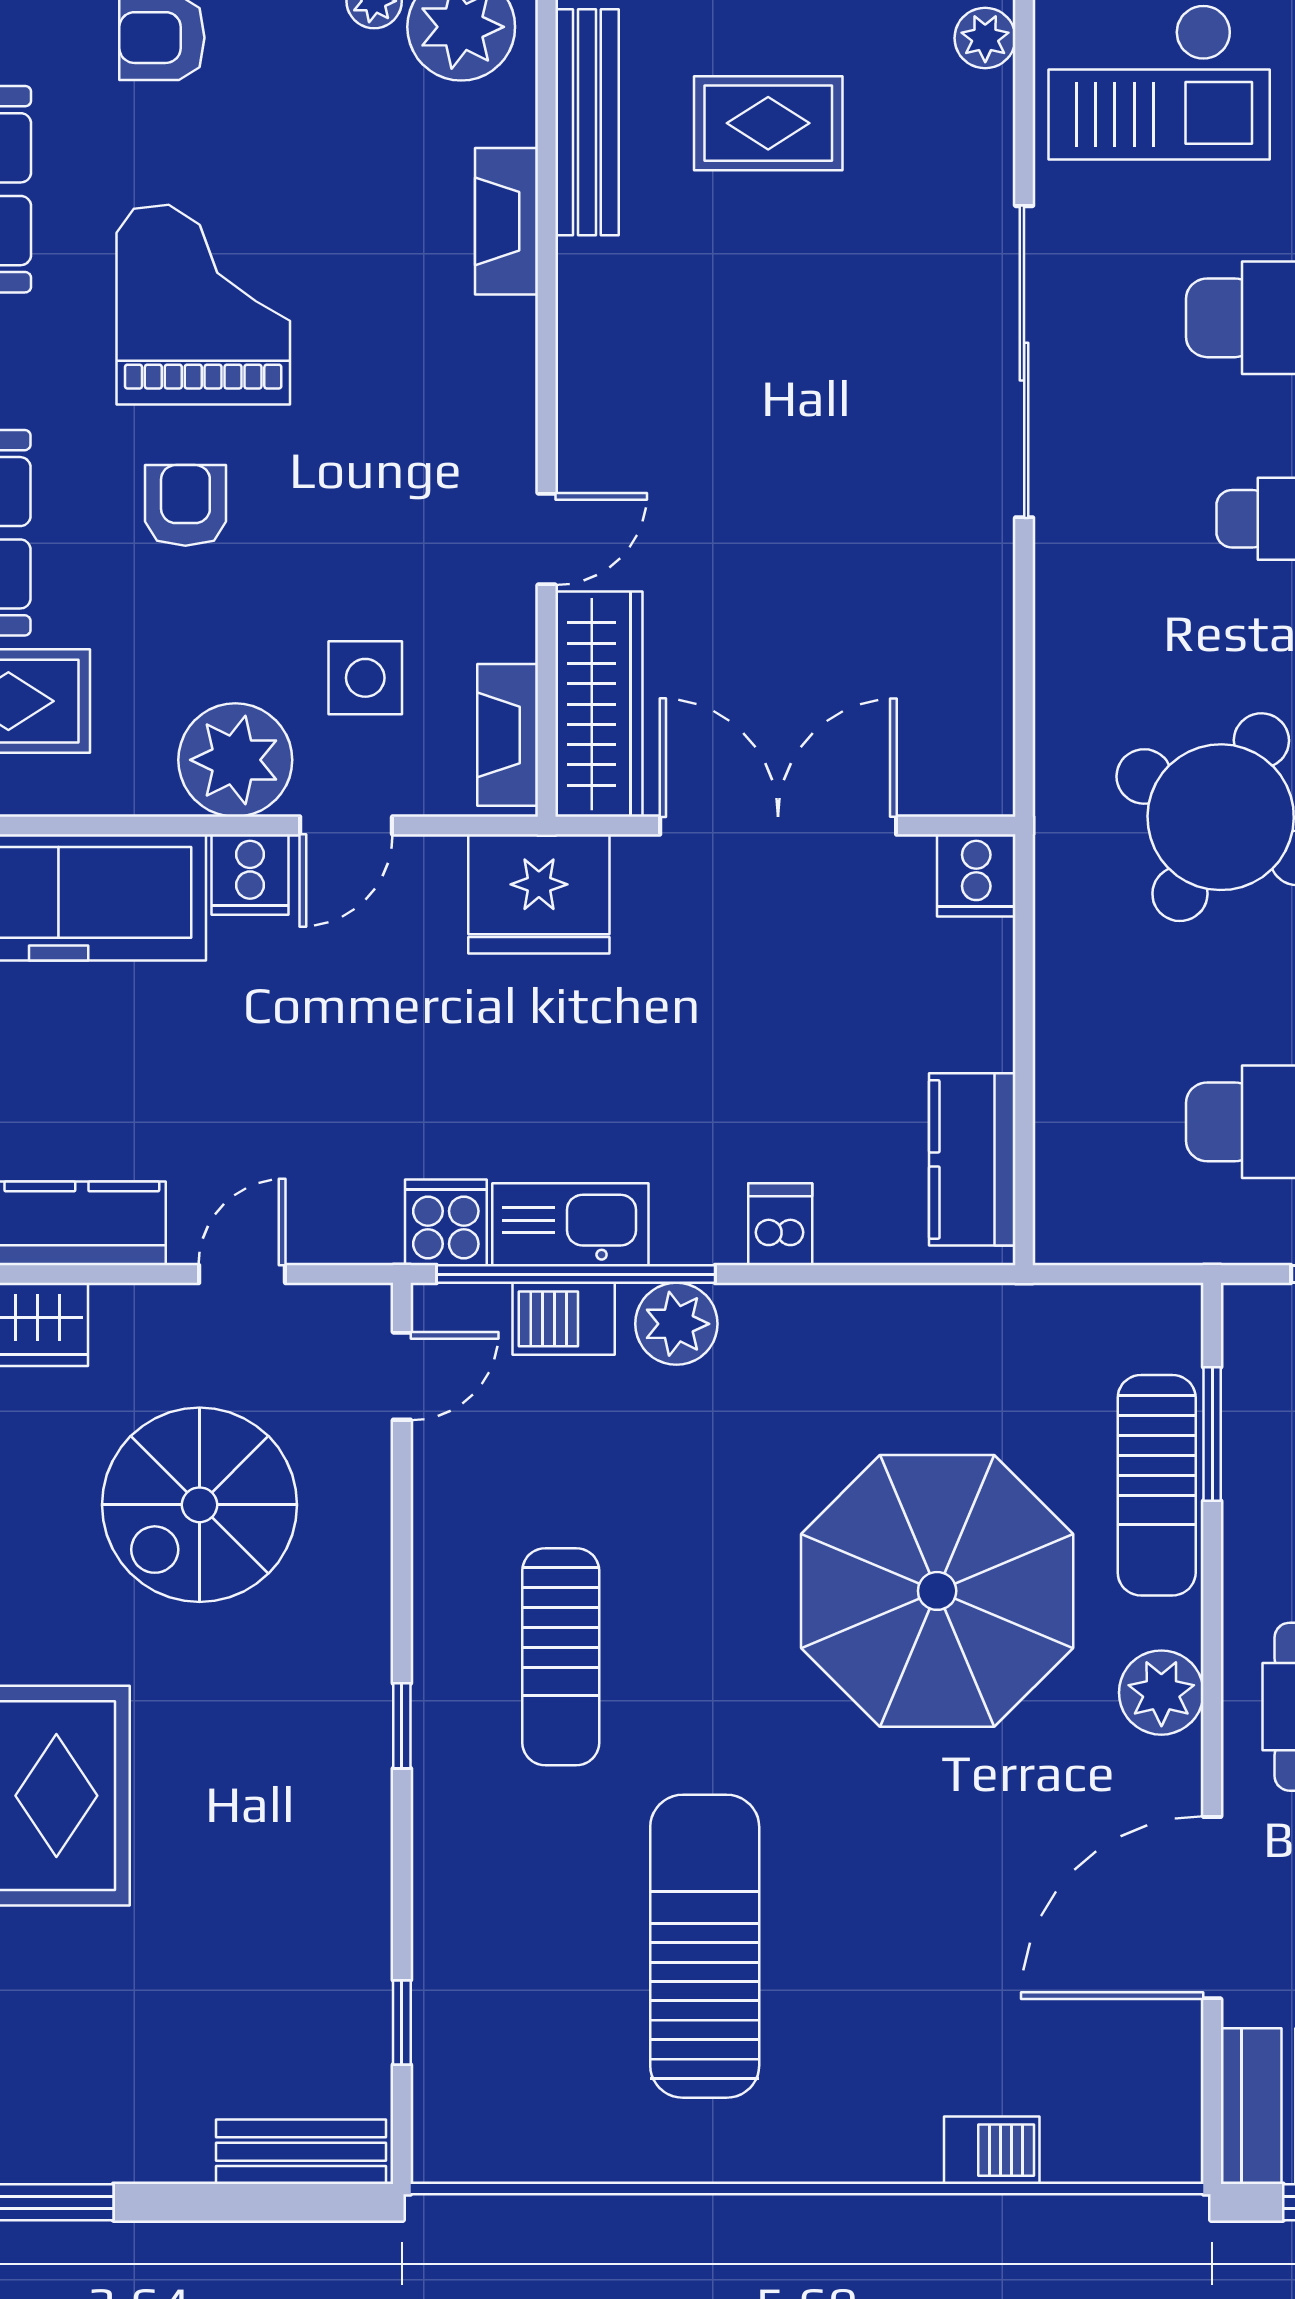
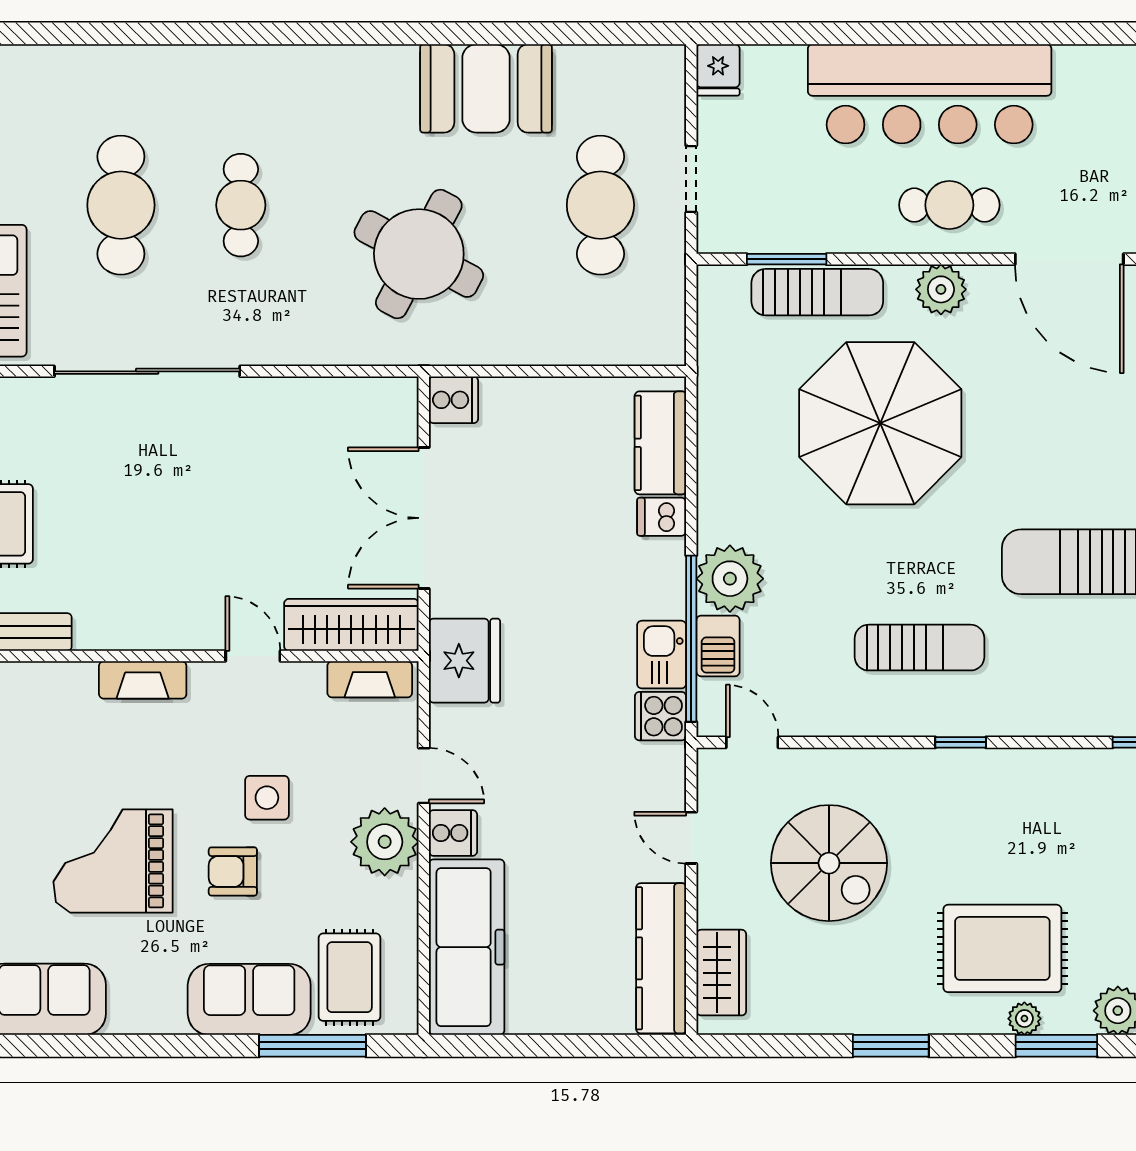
fireplace: (507, 221) -> (143, 680), moved
side table: (365, 678) -> (267, 798), moved
kitchen counter: (972, 1159) -> (660, 443), moved, turned 90
kitchen sink: (570, 1224) -> (662, 655), width x0.73
plant: (676, 1324) -> (730, 579), width x1.36, depth x1.36

